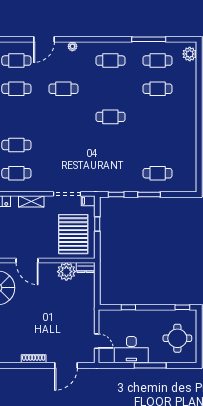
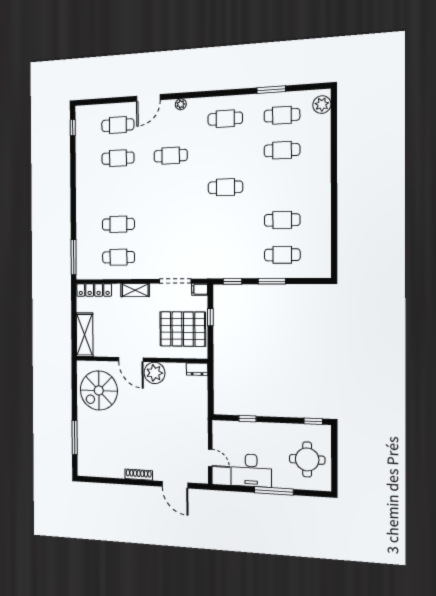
window: (149, 39) -> (271, 90), width x0.69
cafe table: (158, 145) -> (282, 220), added
pallet: (73, 234) -> (183, 329), turned 90
plant: (66, 272) -> (154, 373), moved
door: (66, 365) -> (175, 485), hinge flipped

